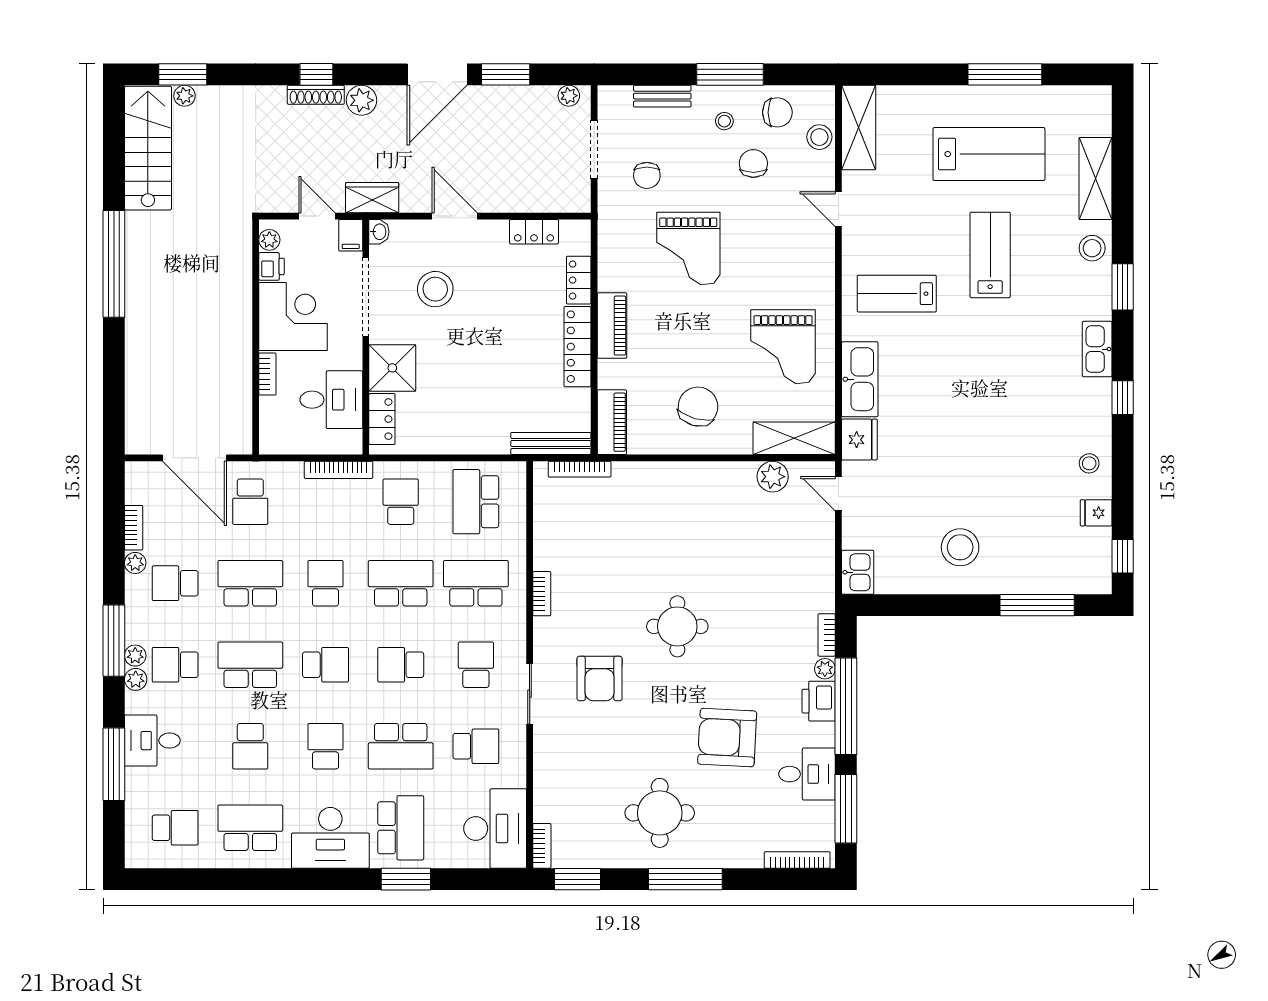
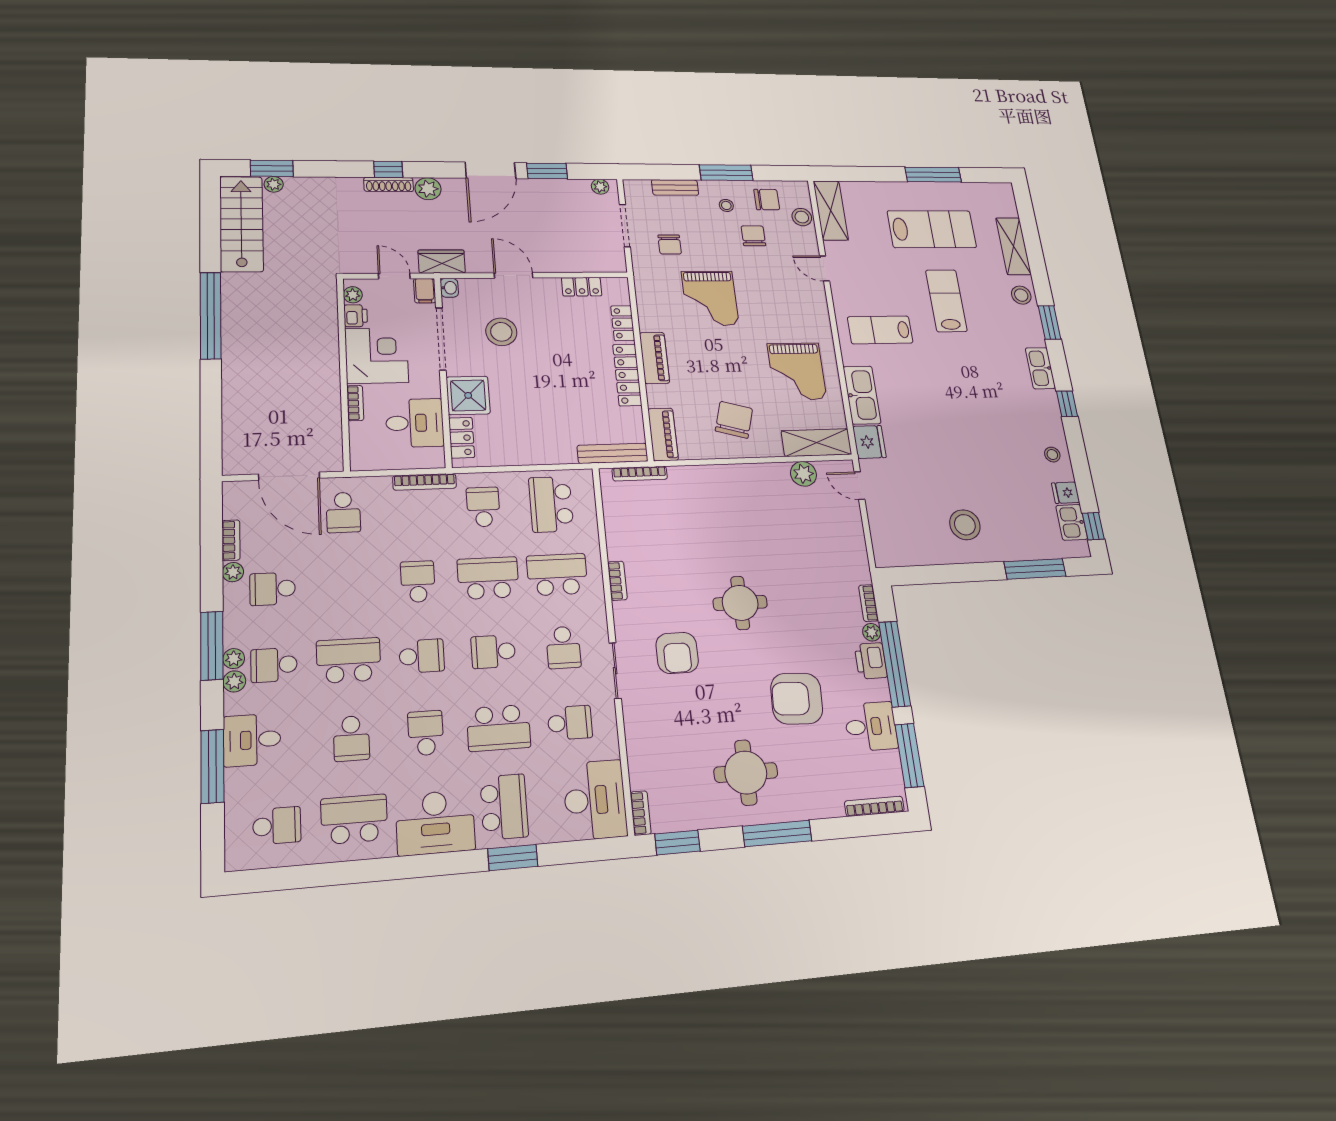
kitchen sink: (858, 572) -> (1072, 522), moved, turned 180
school desk: (250, 583) -> (346, 585), removed
school desk: (476, 665) -> (563, 647), turned 180

